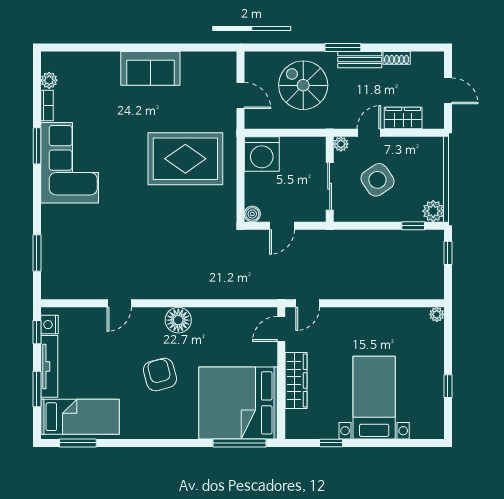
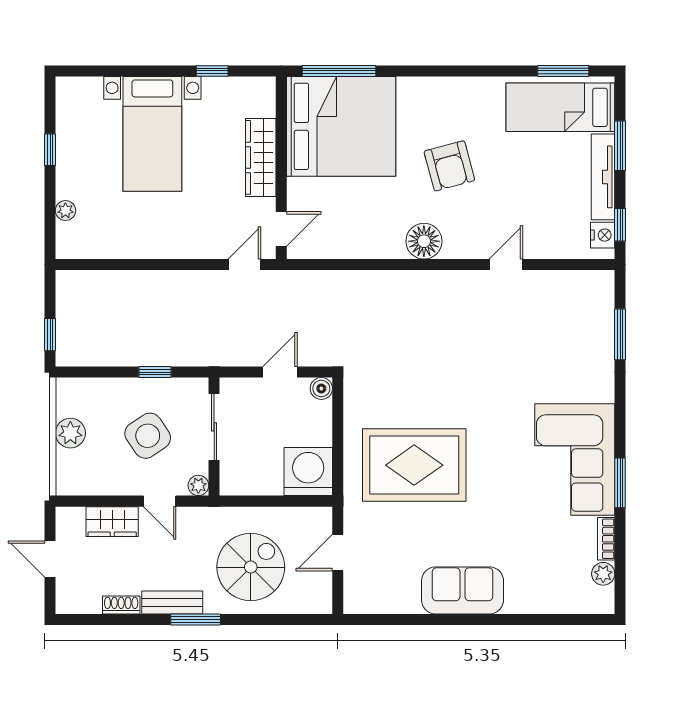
spiral stairs: (303, 85) -> (251, 567), turned -90
door: (240, 96) -> (338, 553), hinge flipped
door: (369, 133) -> (160, 501), hinge flipped
plant: (433, 211) -> (70, 433), moved
window: (413, 226) -> (155, 372), moved
plant: (437, 314) -> (65, 211), moved

